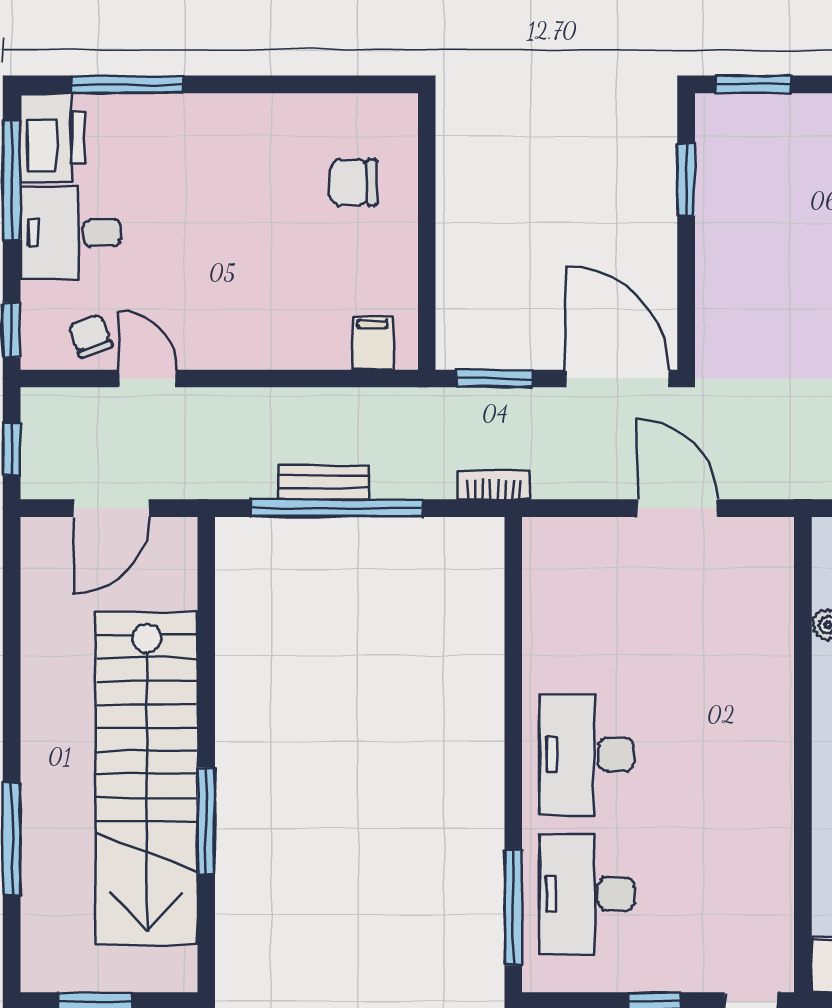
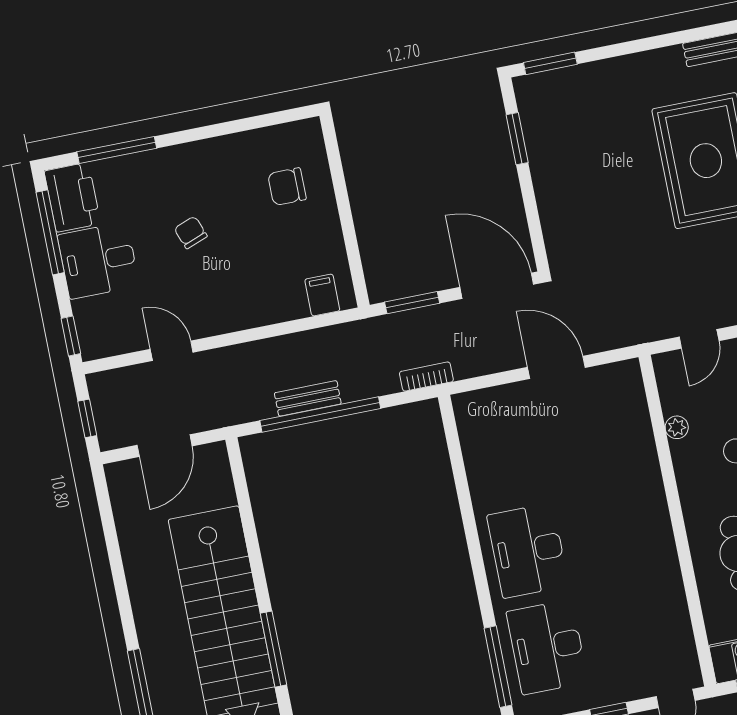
chair: (91, 336) -> (191, 232), moved

